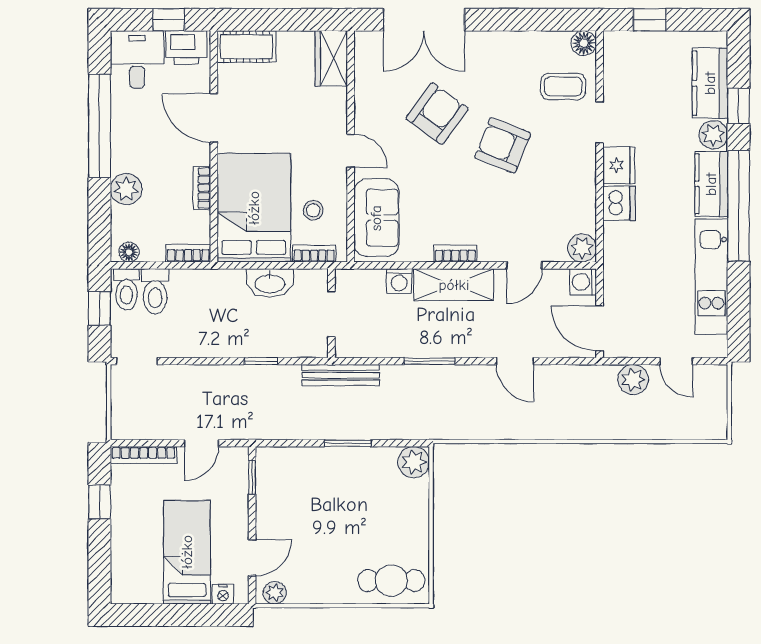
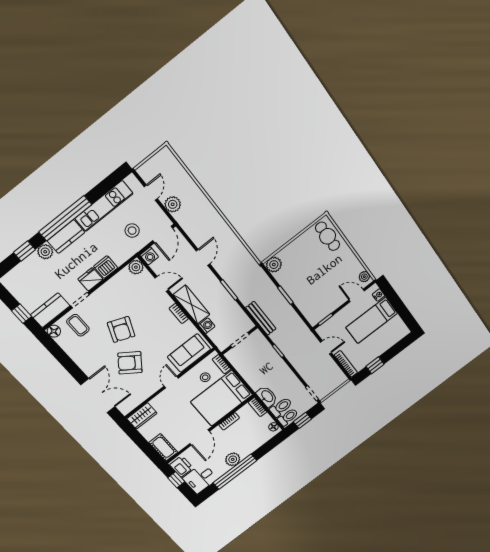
kitchen counter: (710, 83) -> (50, 310), moved, turned 180
plant: (126, 189) -> (233, 459), moved
washbasin: (270, 283) -> (267, 396), moved
stool: (642, 288) -> (132, 231), added

